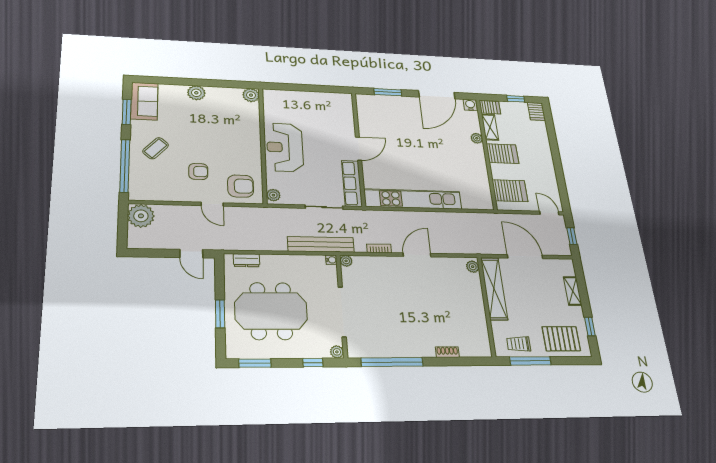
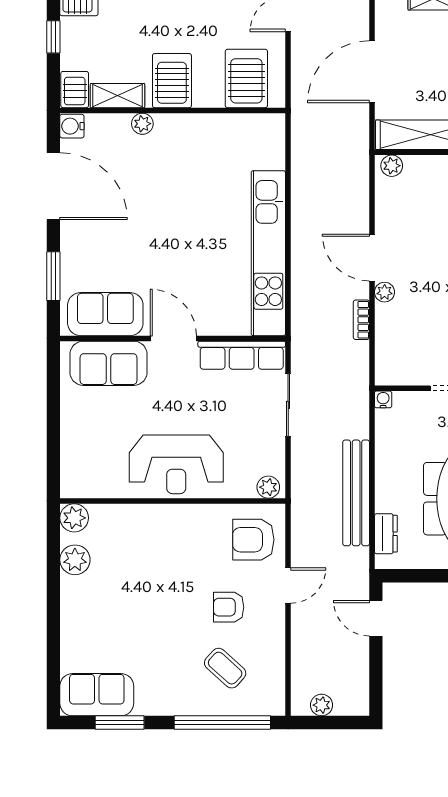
plant: (196, 93) -> (75, 560), moved
sofa: (341, 116) -> (109, 363), added
sofa: (369, 116) -> (105, 314), added
coffee table: (156, 148) -> (225, 668), moved
armchair: (198, 172) -> (229, 607), turned -90
armchair: (241, 186) -> (253, 540), turned -90
plant: (141, 216) -> (322, 705), width x0.53, depth x0.53
bench: (321, 244) -> (356, 493), moved
door: (191, 254) -> (376, 618), swing flipped
plant: (346, 261) -> (385, 292), moved

